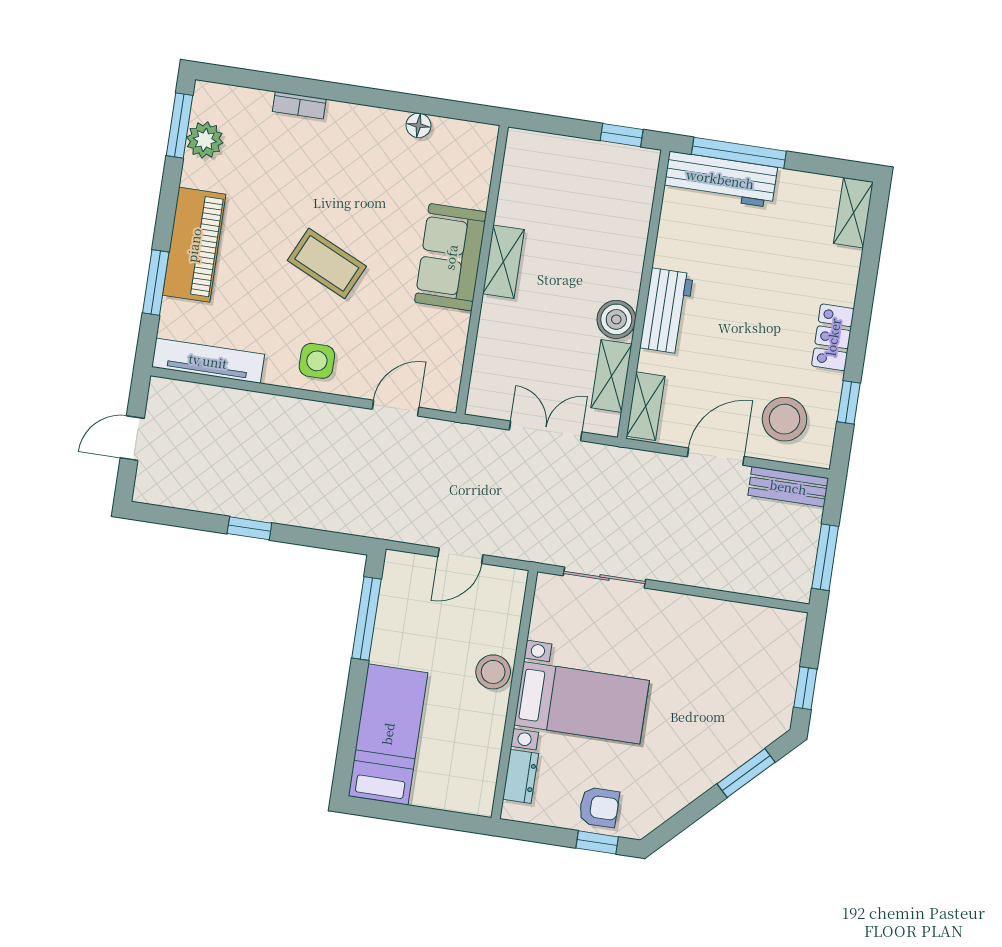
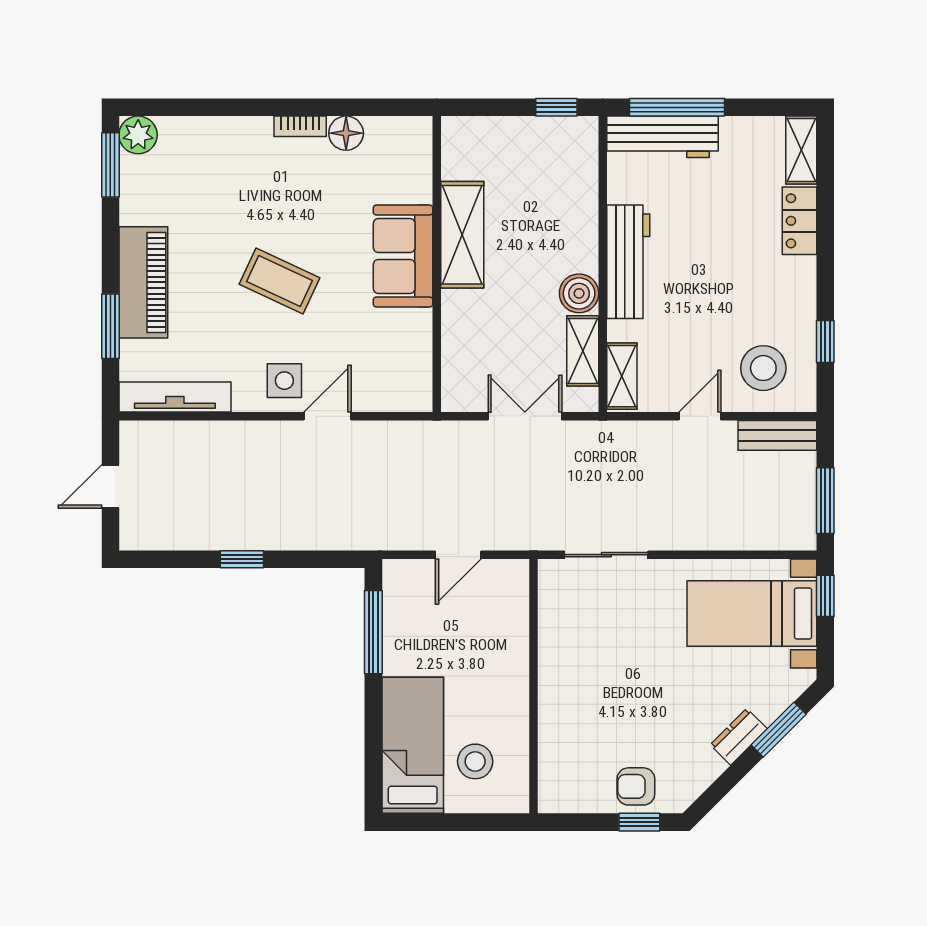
bookcase: (299, 105) -> (300, 126), moved
floor lamp: (418, 125) -> (346, 133), width x1.37, depth x1.37
plant: (205, 140) -> (138, 135), moved
shelving: (503, 262) -> (462, 235), width x1.50, depth x1.33
workbench: (667, 311) -> (628, 262), width x1.38
locker: (833, 337) -> (799, 221), moved
door: (396, 408) -> (327, 416), moved
door: (716, 457) -> (700, 416), width x0.73
stool: (493, 672) -> (475, 761), moved
window: (805, 688) -> (825, 596), moved
bed with nightstands: (582, 703) -> (752, 613), moved, turned 180
dresser: (521, 776) -> (739, 737), moved, turned -135
armchair: (599, 807) -> (636, 786), turned 180

